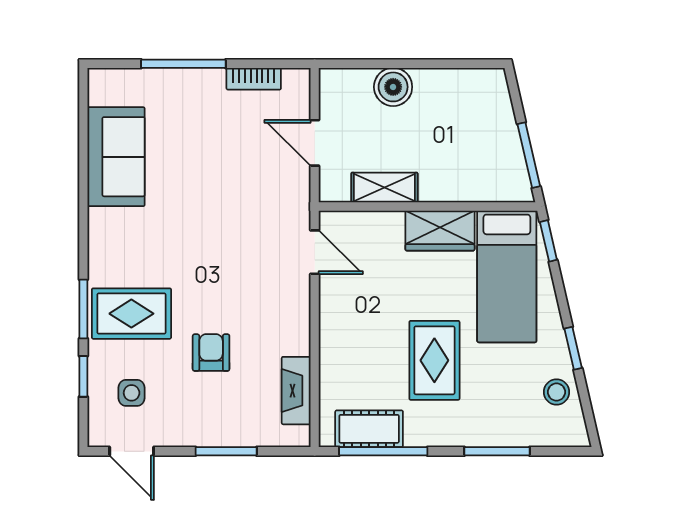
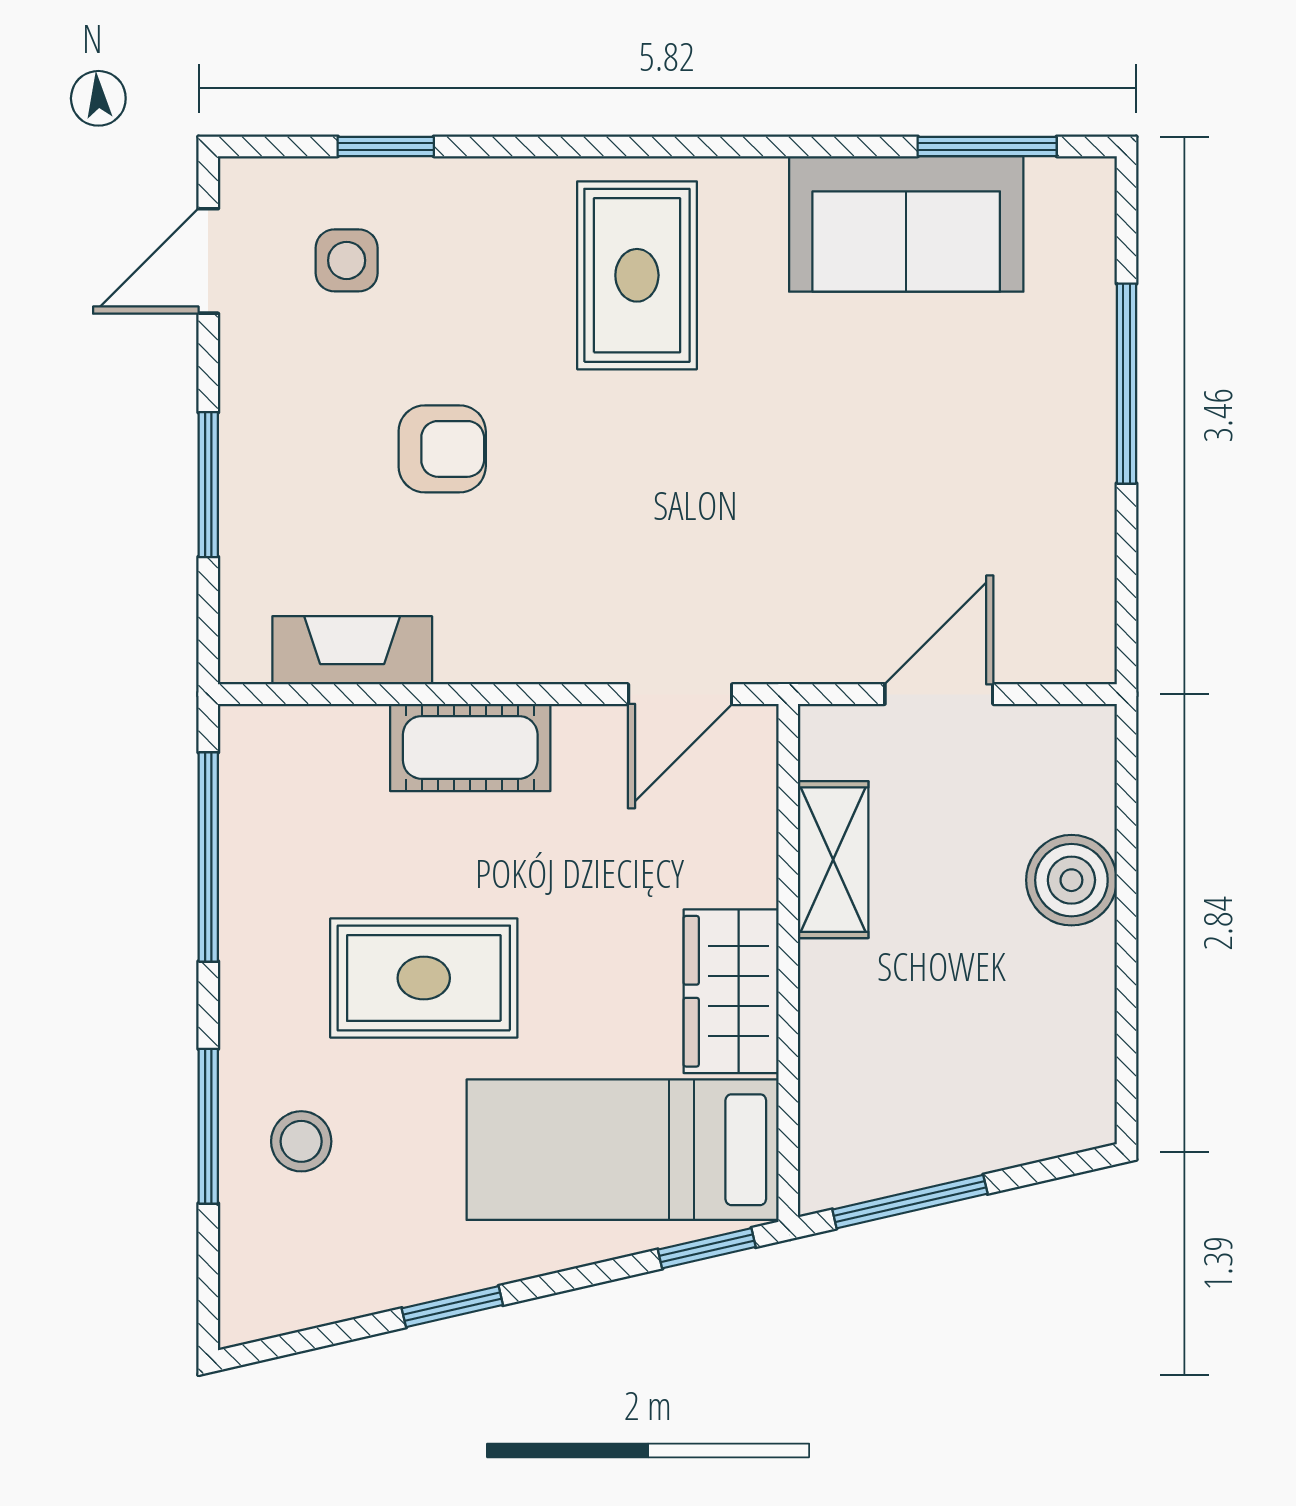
bookcase: (254, 79) -> (1091, 550), removed
window: (83, 309) -> (987, 146), moved
rug: (131, 314) -> (637, 275), moved
stool: (556, 392) -> (301, 1141), moved
cot: (369, 429) -> (470, 747), moved, turned 90

